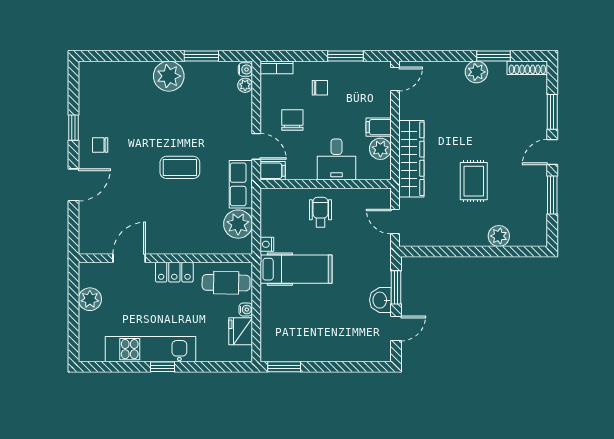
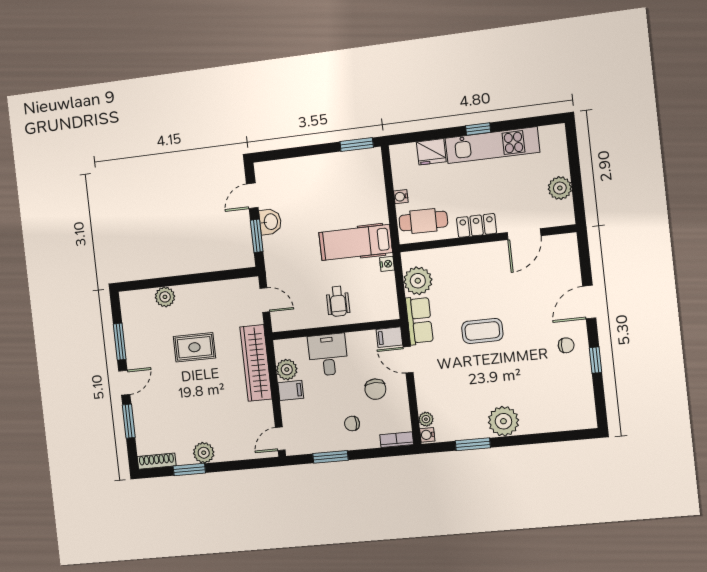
rug: (474, 181) -> (194, 347), turned 90
fridge: (241, 331) -> (431, 152), moved, turned 90

